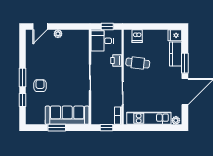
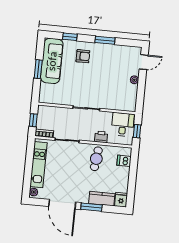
door: (40, 26) -> (144, 62), swing flipped
window: (23, 78) -> (105, 40), moved
sofa: (67, 115) -> (52, 61), moved

